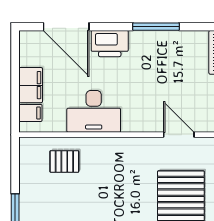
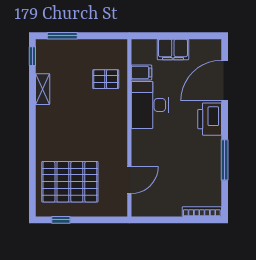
filing cabinet: (30, 113) -> (141, 72), moved, turned -90
pallet: (64, 161) -> (106, 79), turned 90

